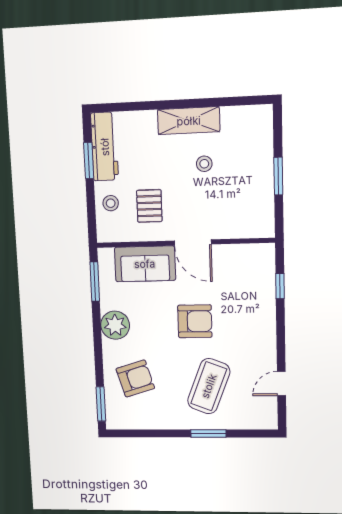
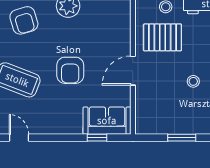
pallet: (149, 206) -> (162, 37), width x1.50, depth x1.42
sofa: (145, 264) -> (107, 121), moved, turned 90

